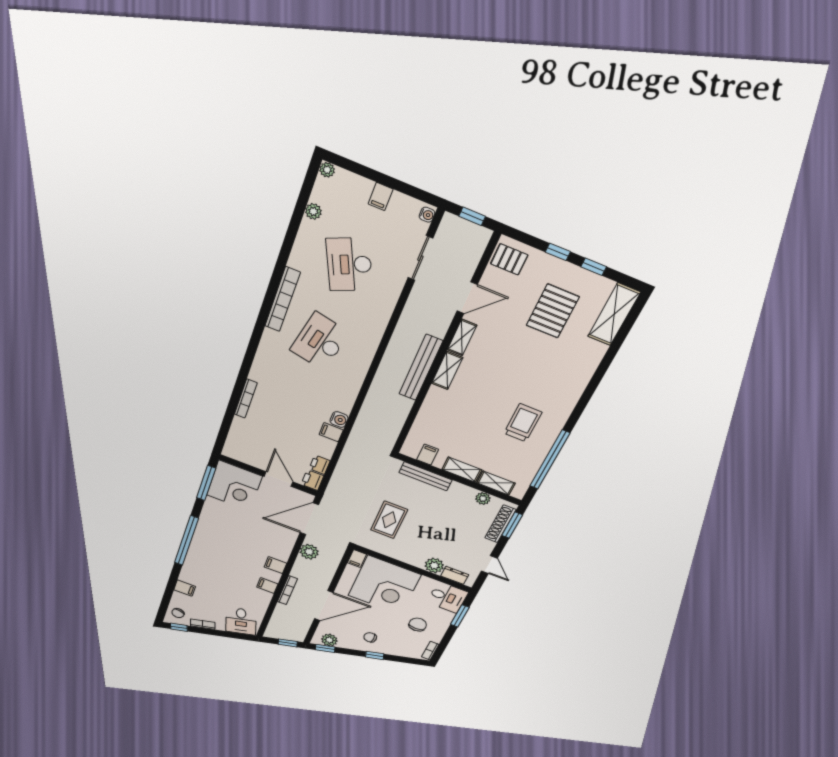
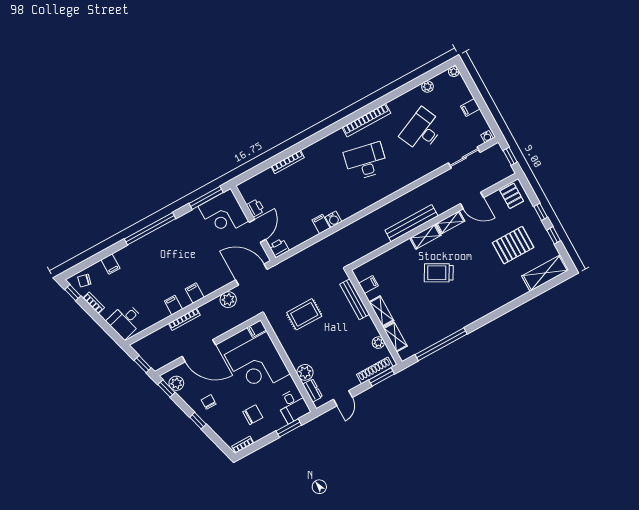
trolley: (523, 423) -> (439, 273), moved, turned -151
printer: (320, 465) -> (255, 208), moved, turned 90

